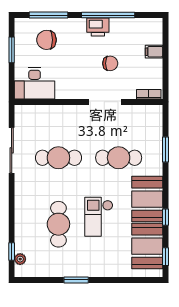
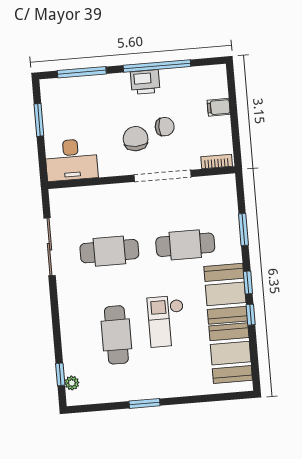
chair: (47, 40) -> (136, 139), moved, turned 90
doorway: (105, 102) -> (162, 176), width x1.36
window: (165, 257) -> (248, 282), moved

